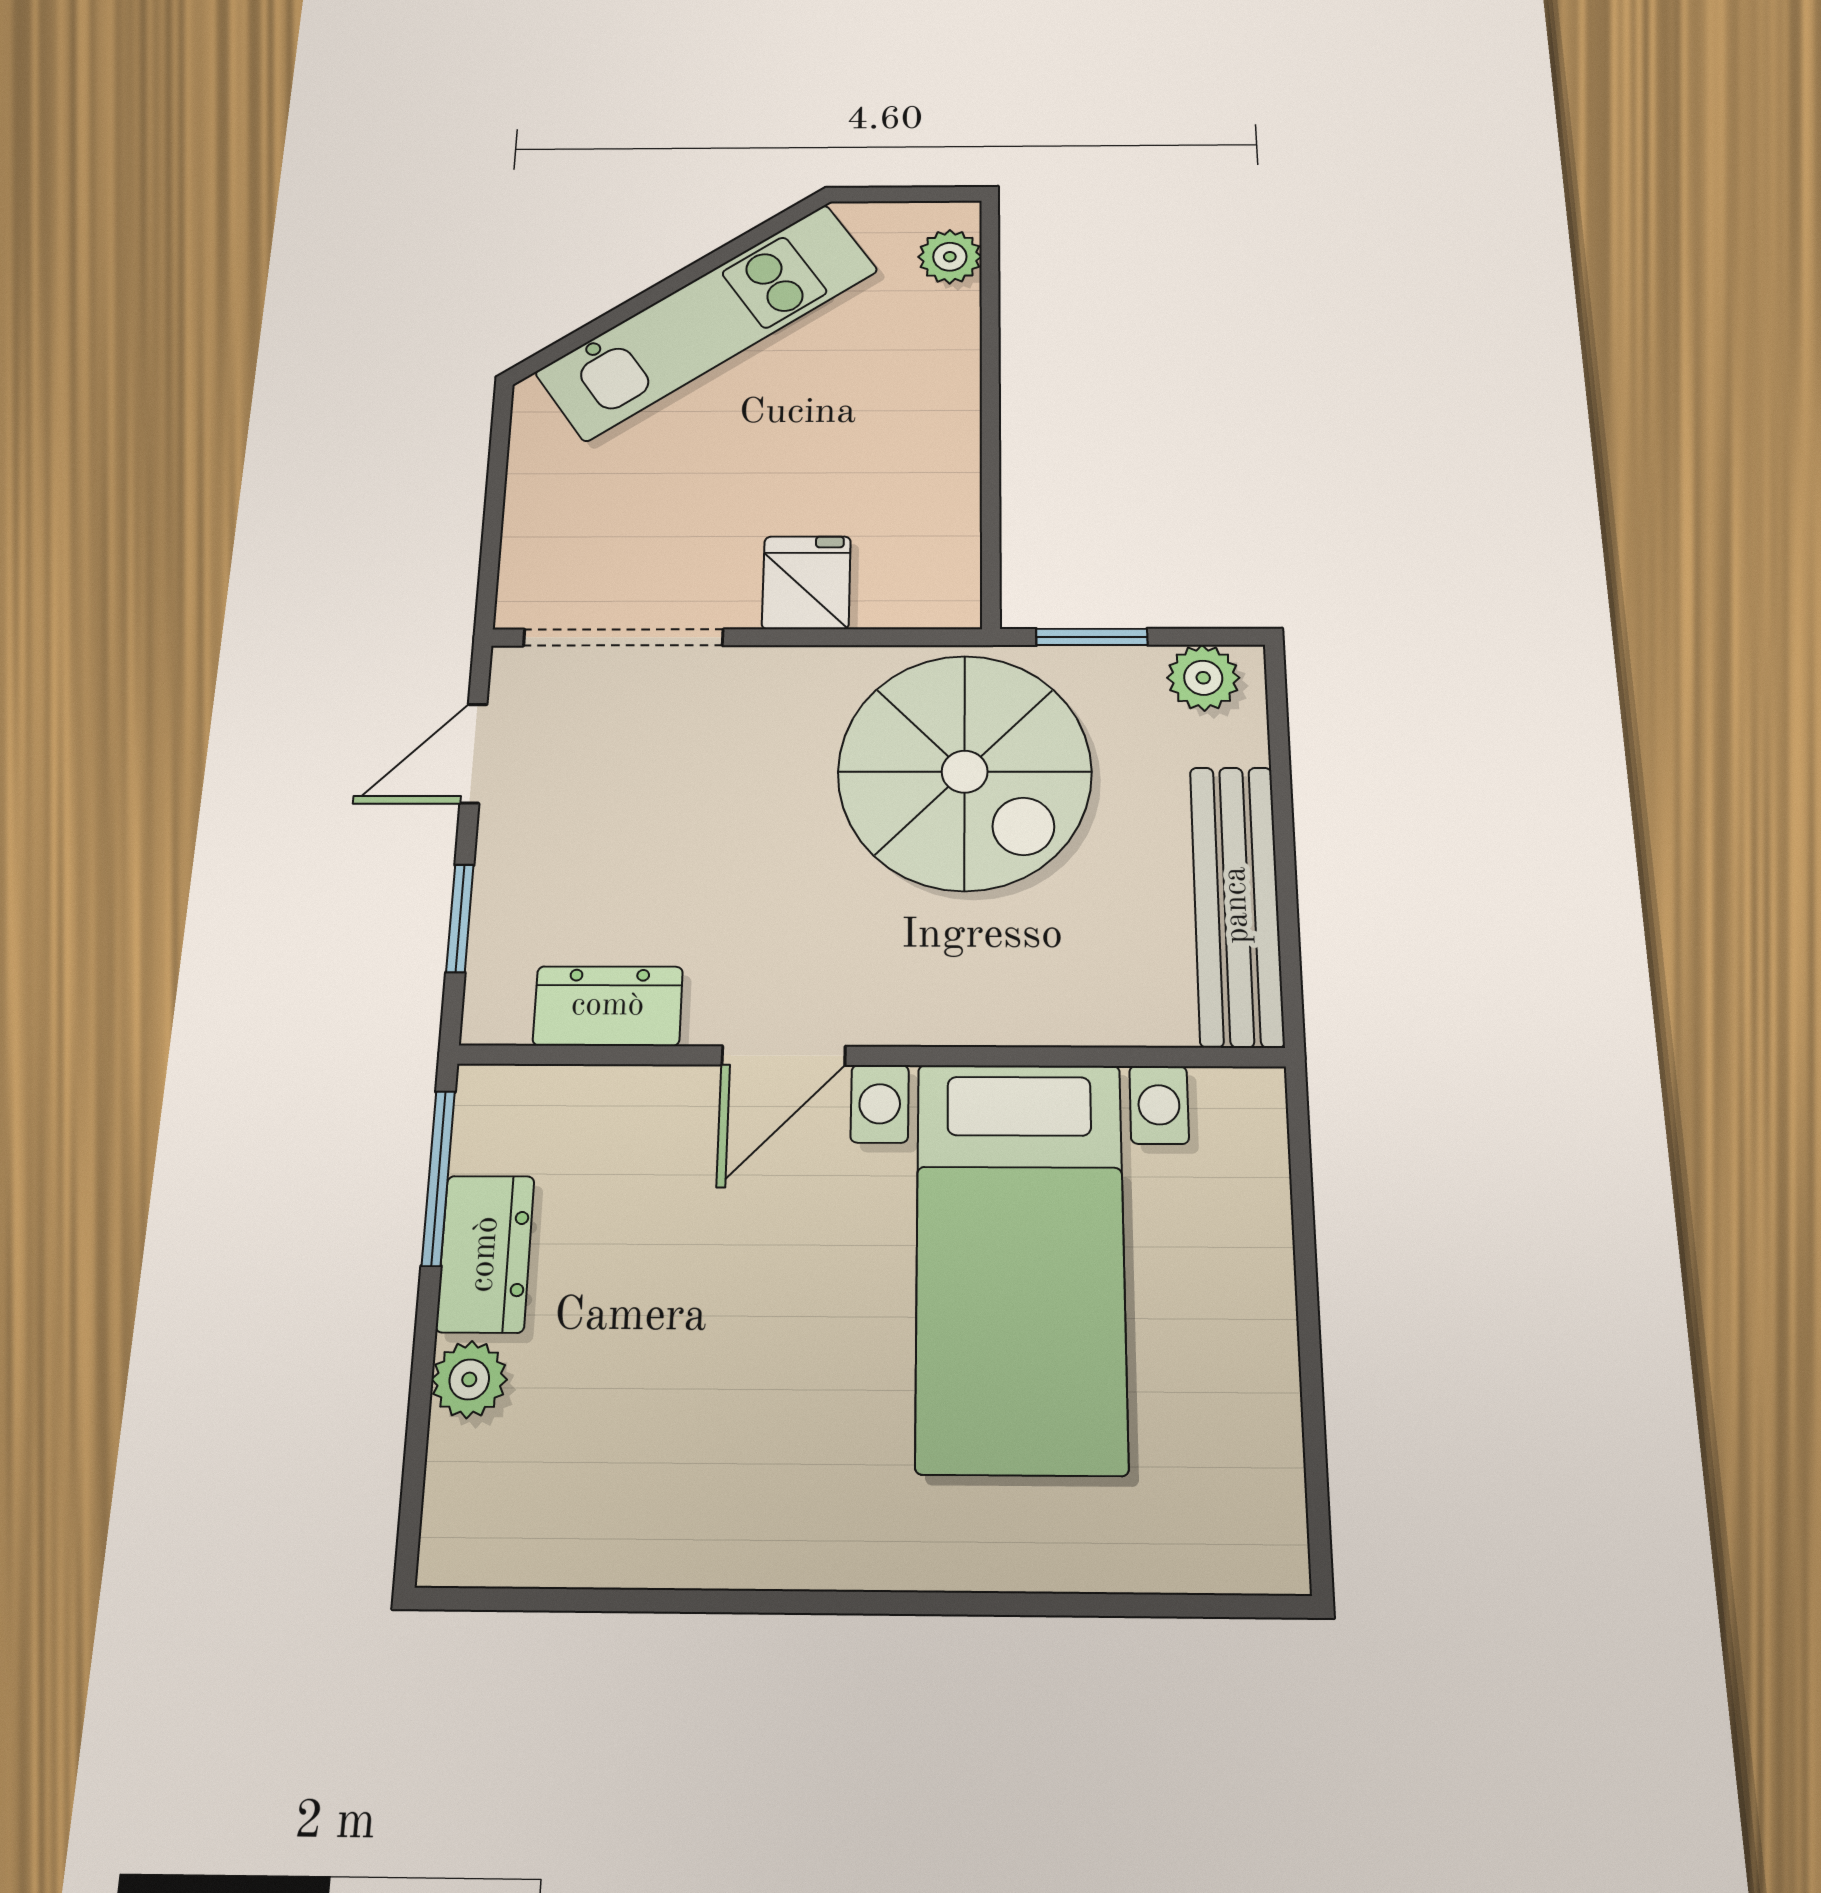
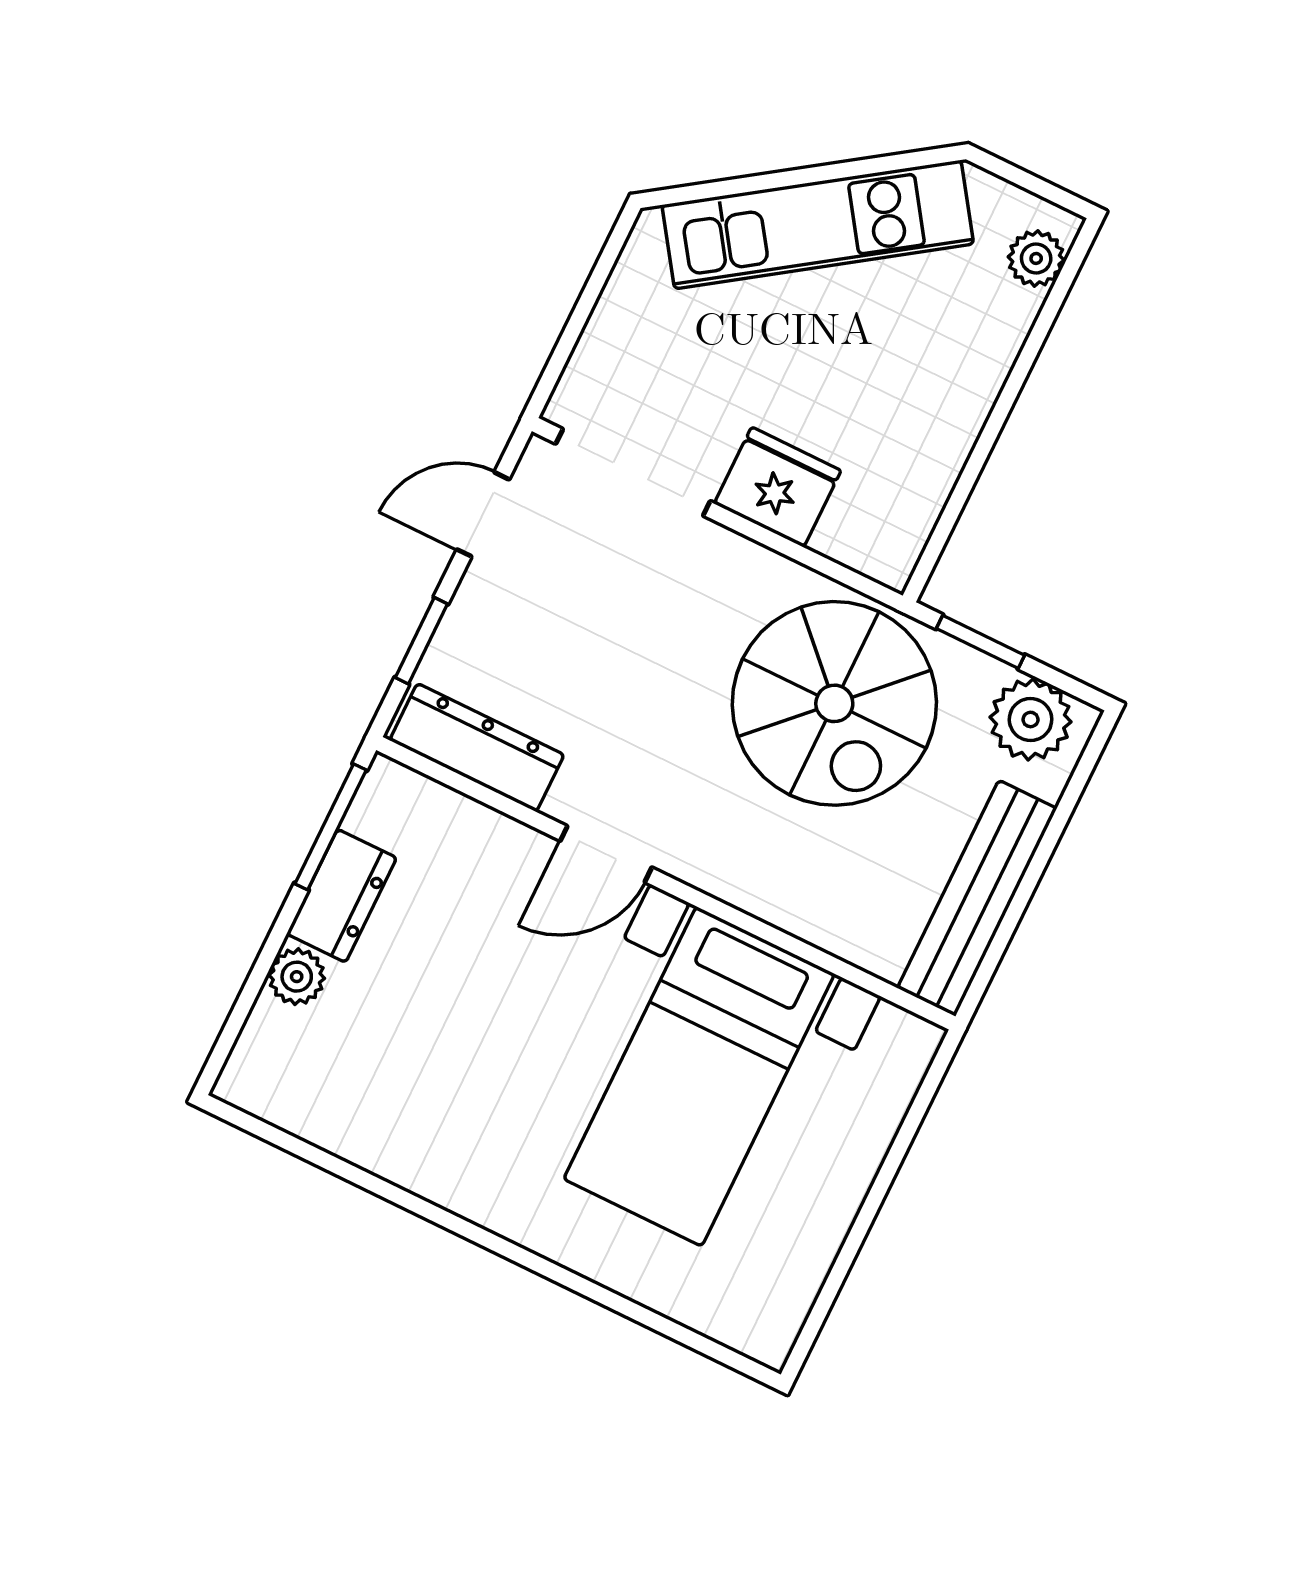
fridge: (806, 583) -> (778, 487), width x1.38
plant: (1203, 678) -> (1031, 719), width x1.38, depth x1.38
dresser: (608, 1006) -> (477, 747), width x1.44

